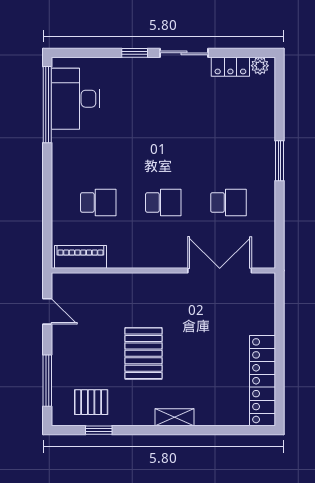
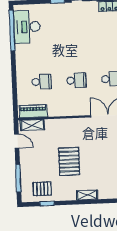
shelving: (78, 282) -> (32, 125), added

